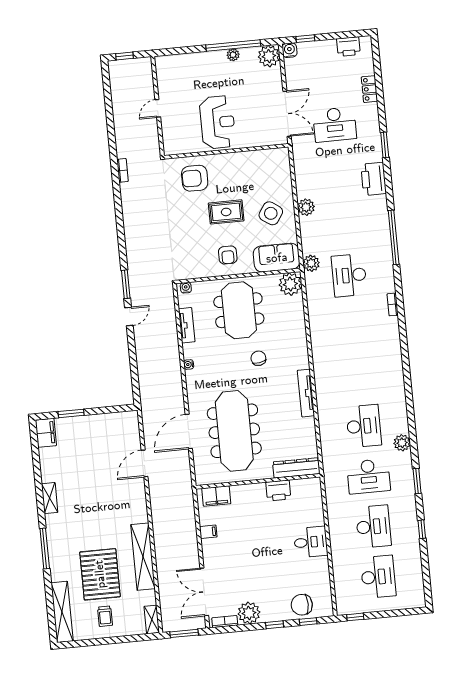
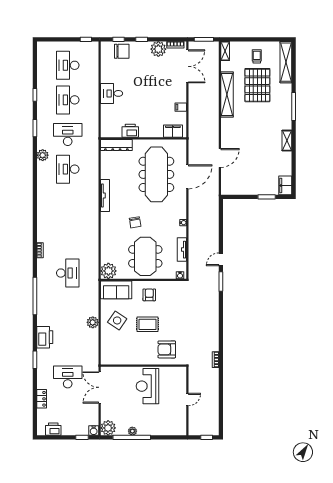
armchair: (195, 178) -> (167, 349), turned 180
plant: (311, 263) -> (93, 284), removed

